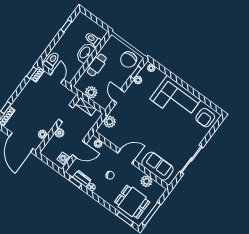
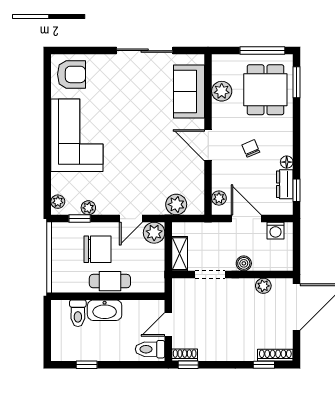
chair: (128, 60) -> (98, 249), moved
plant: (91, 92) -> (154, 233), moved

